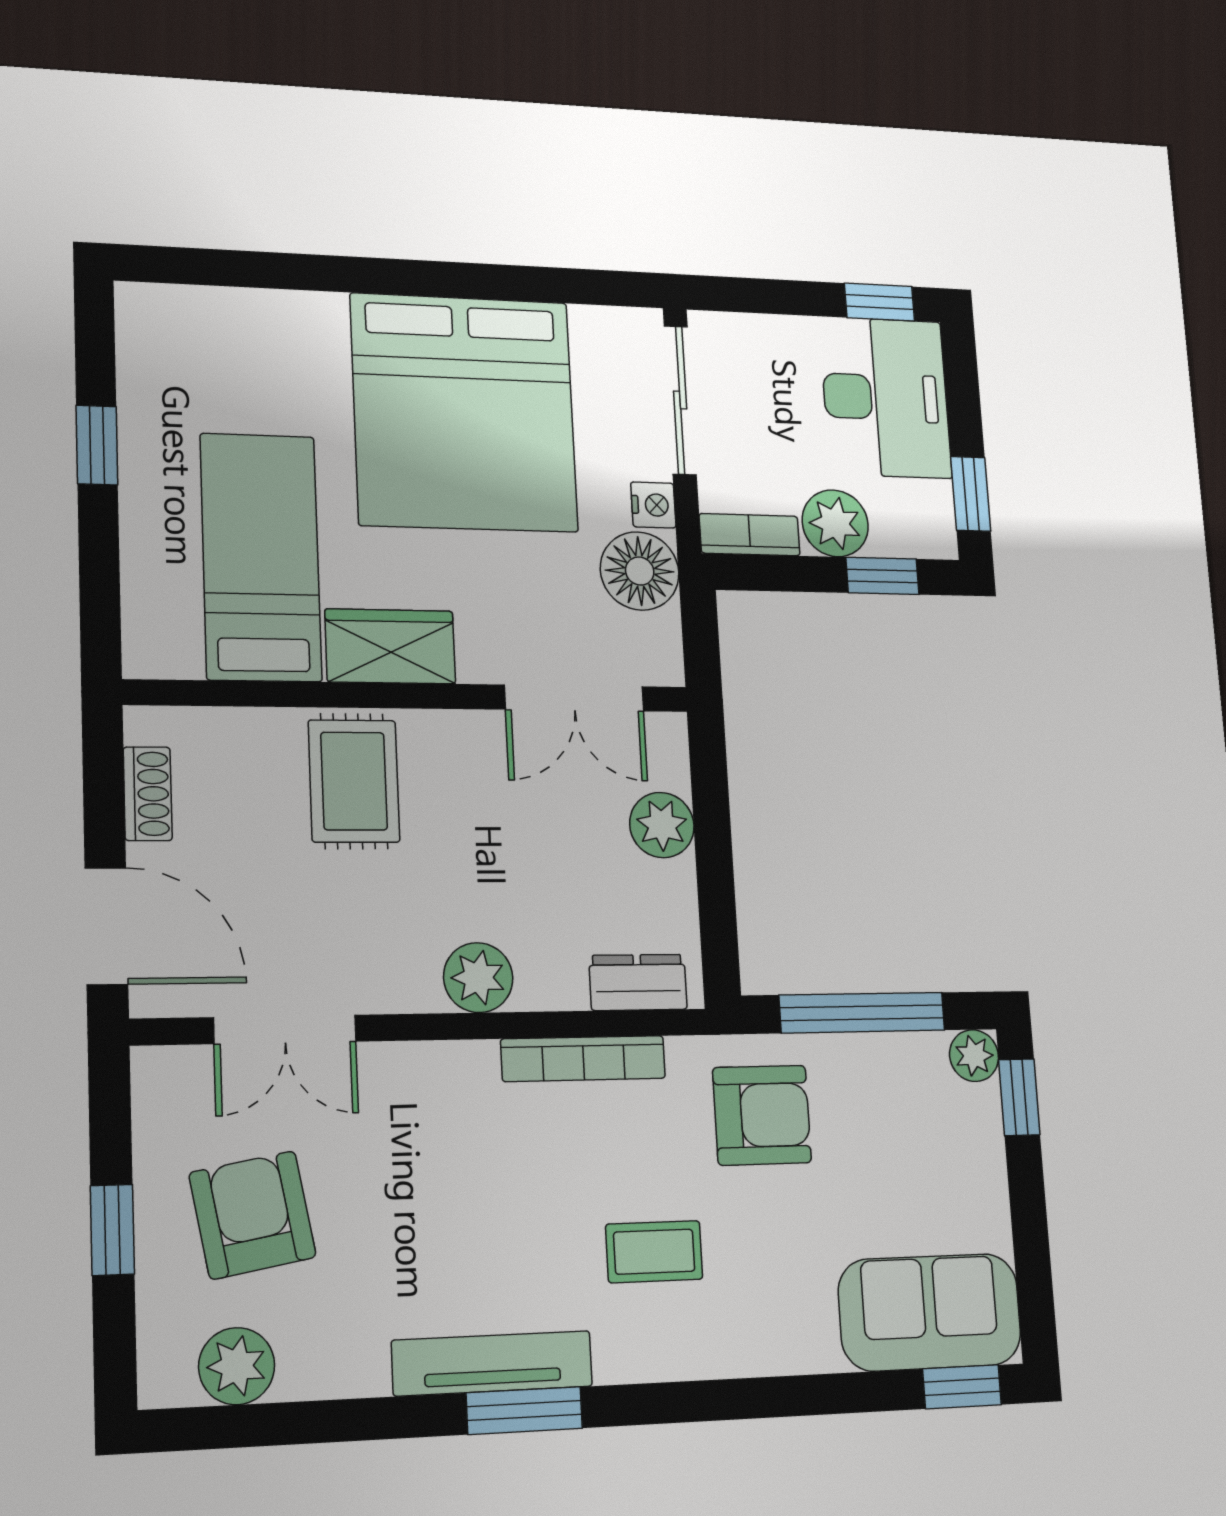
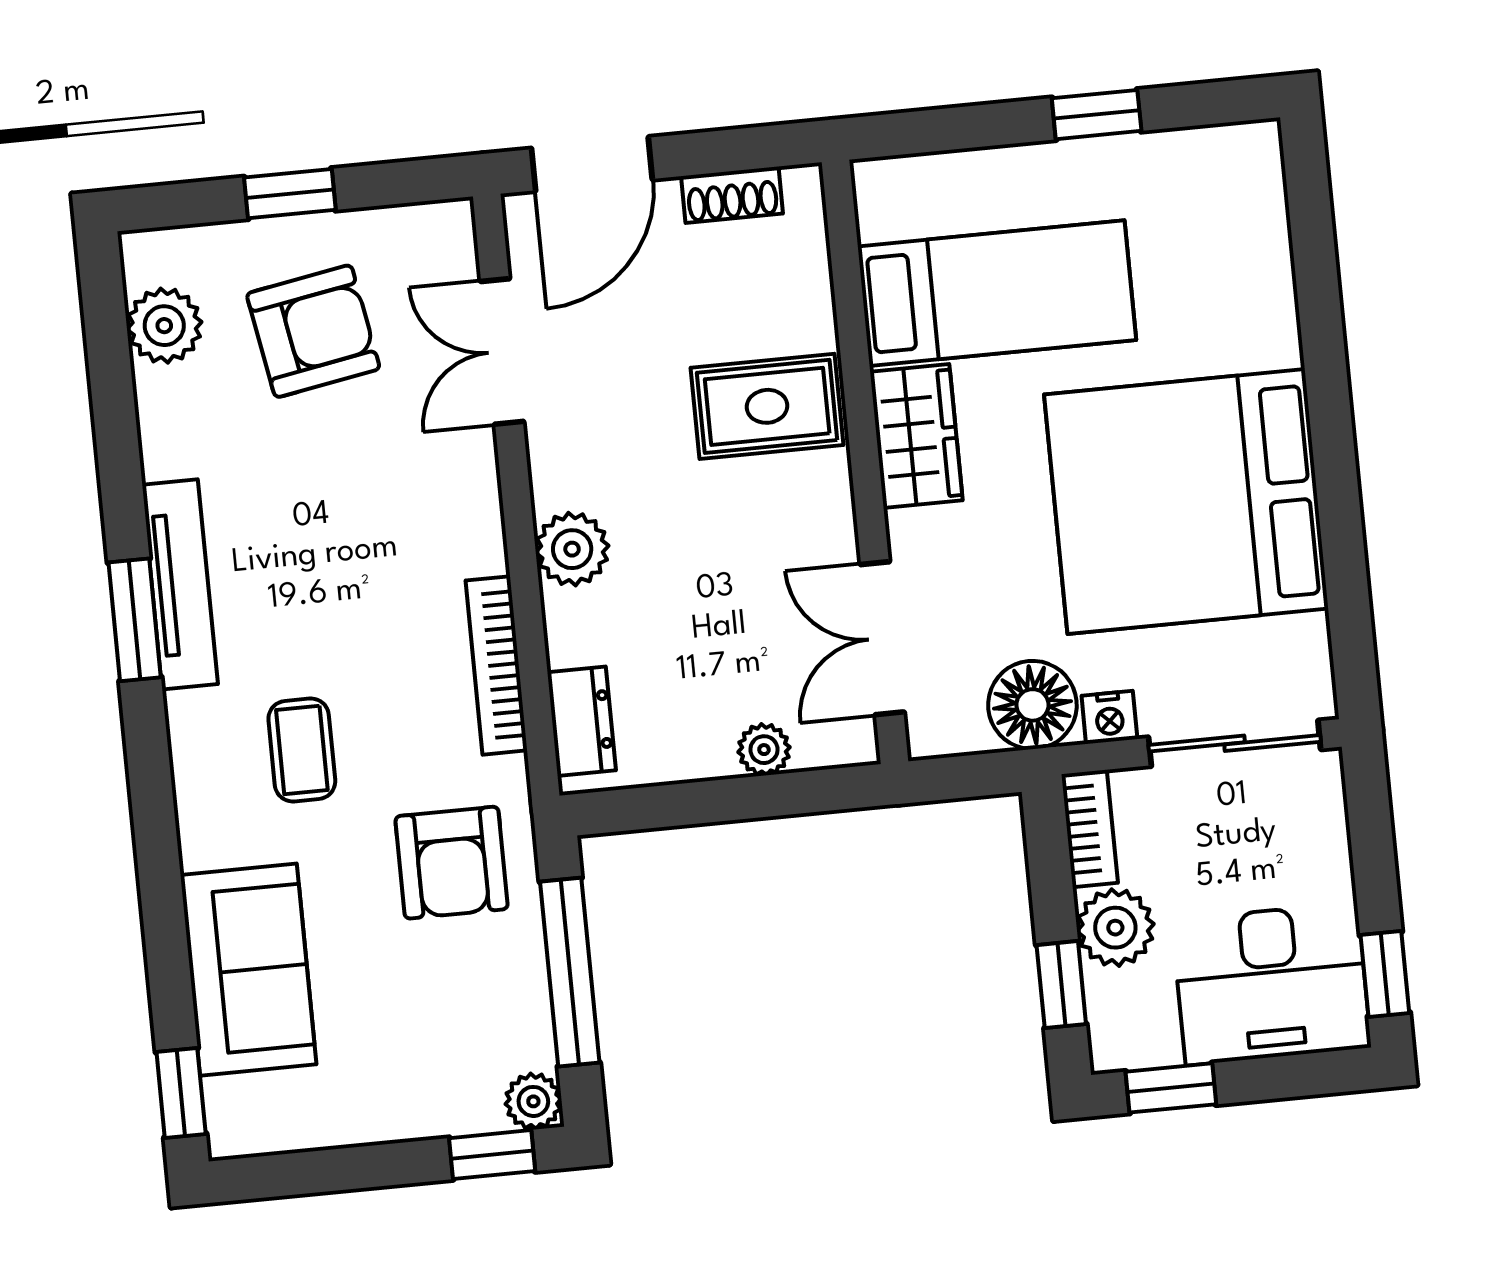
plant: (662, 825) -> (764, 750), width x0.73, depth x0.73
sofa: (930, 1312) -> (248, 970), moved

